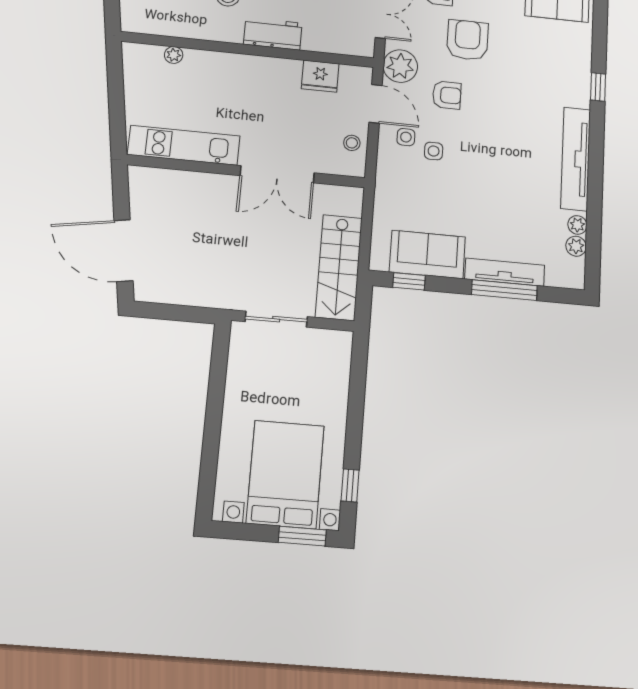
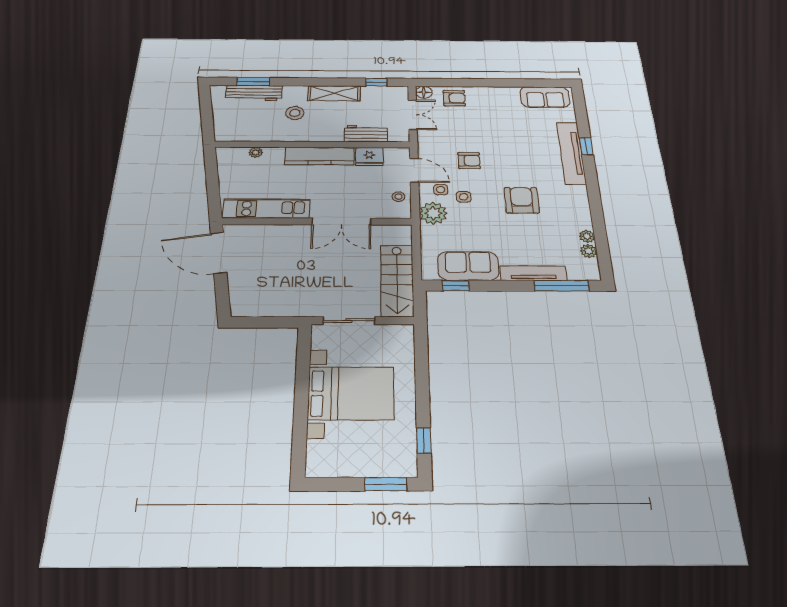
workbench: (273, 34) -> (366, 134), moved
armchair: (467, 40) -> (522, 200), moved
plant: (400, 66) -> (433, 213), moved
kitchen counter: (256, 69) -> (320, 156), added
tv unit: (576, 159) -> (571, 153), moved
door: (123, 251) -> (219, 253), moved
window: (504, 290) -> (562, 286), moved
bed with nightstands: (285, 474) -> (351, 393), moved, turned 90

